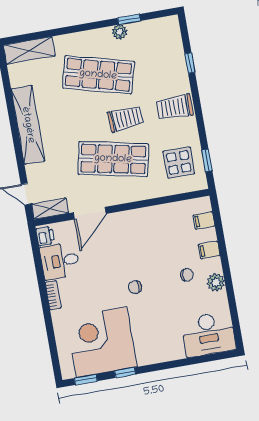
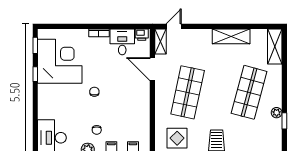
trolley: (126, 118) -> (215, 106), removed
shelving: (28, 125) -> (231, 36), width x0.68

